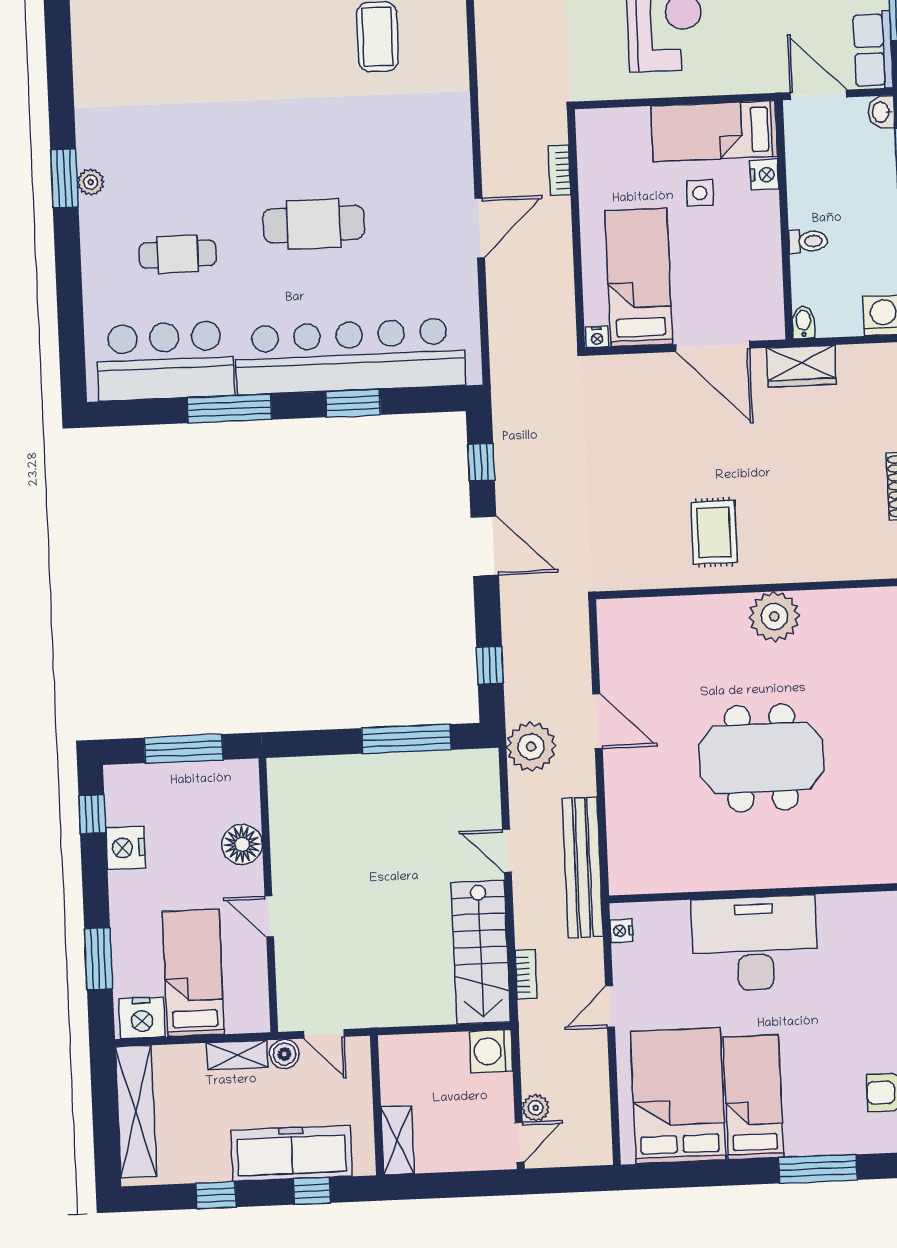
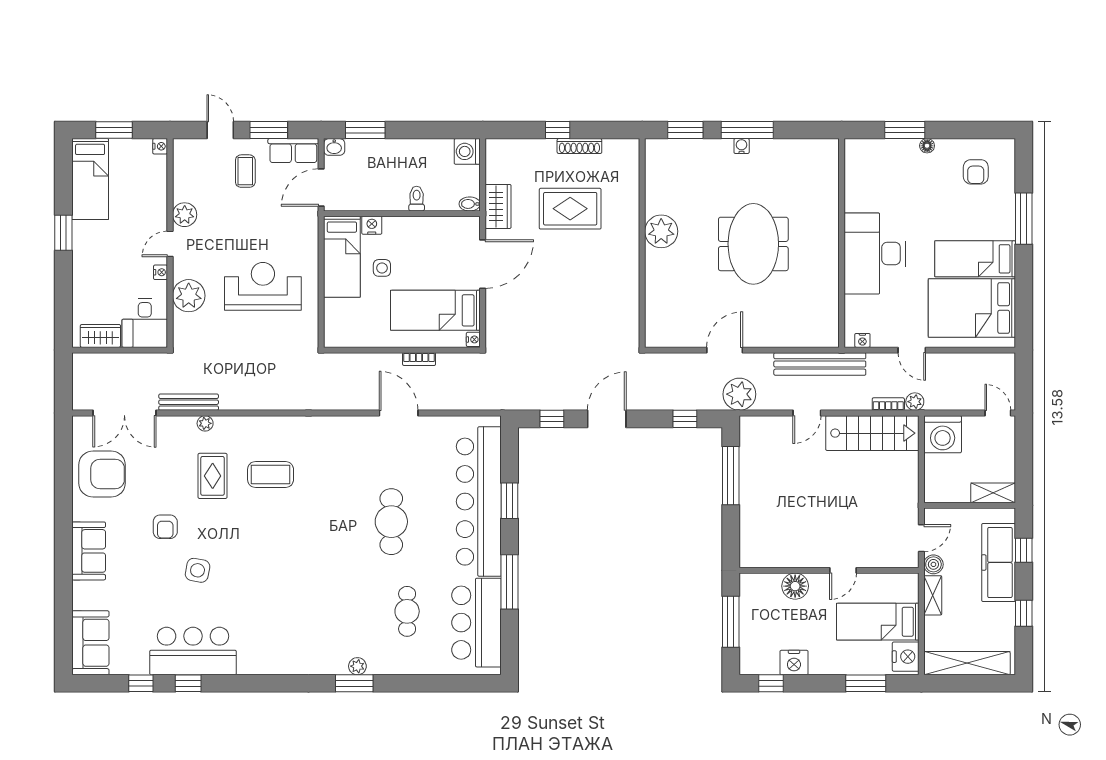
bookcase: (560, 171) -> (419, 359), moved
rug: (714, 532) -> (570, 209), moved, width x1.36, depth x1.43
washing machine: (491, 1051) -> (943, 434), width x1.37, depth x1.37
plant: (536, 1108) -> (915, 402), moved

